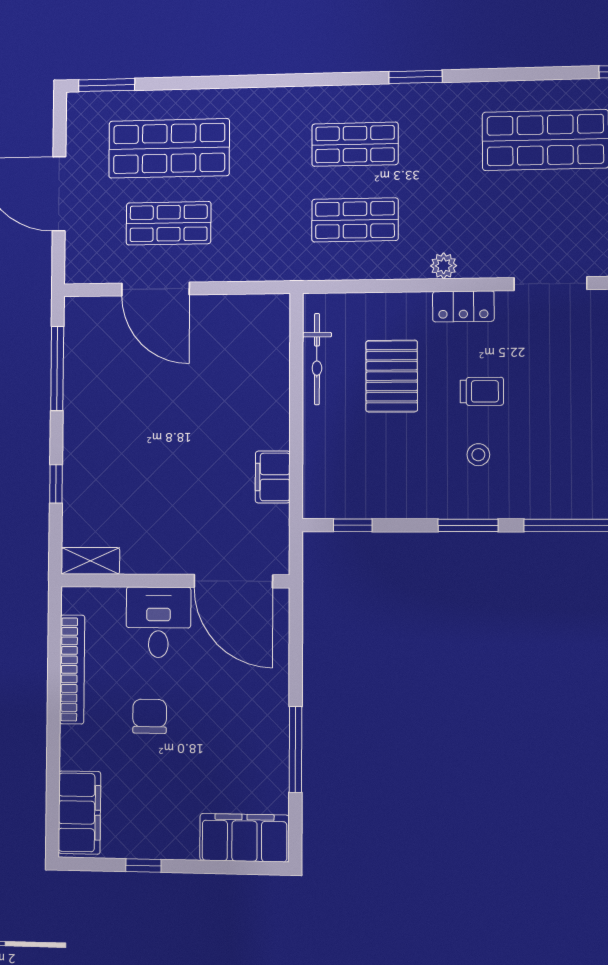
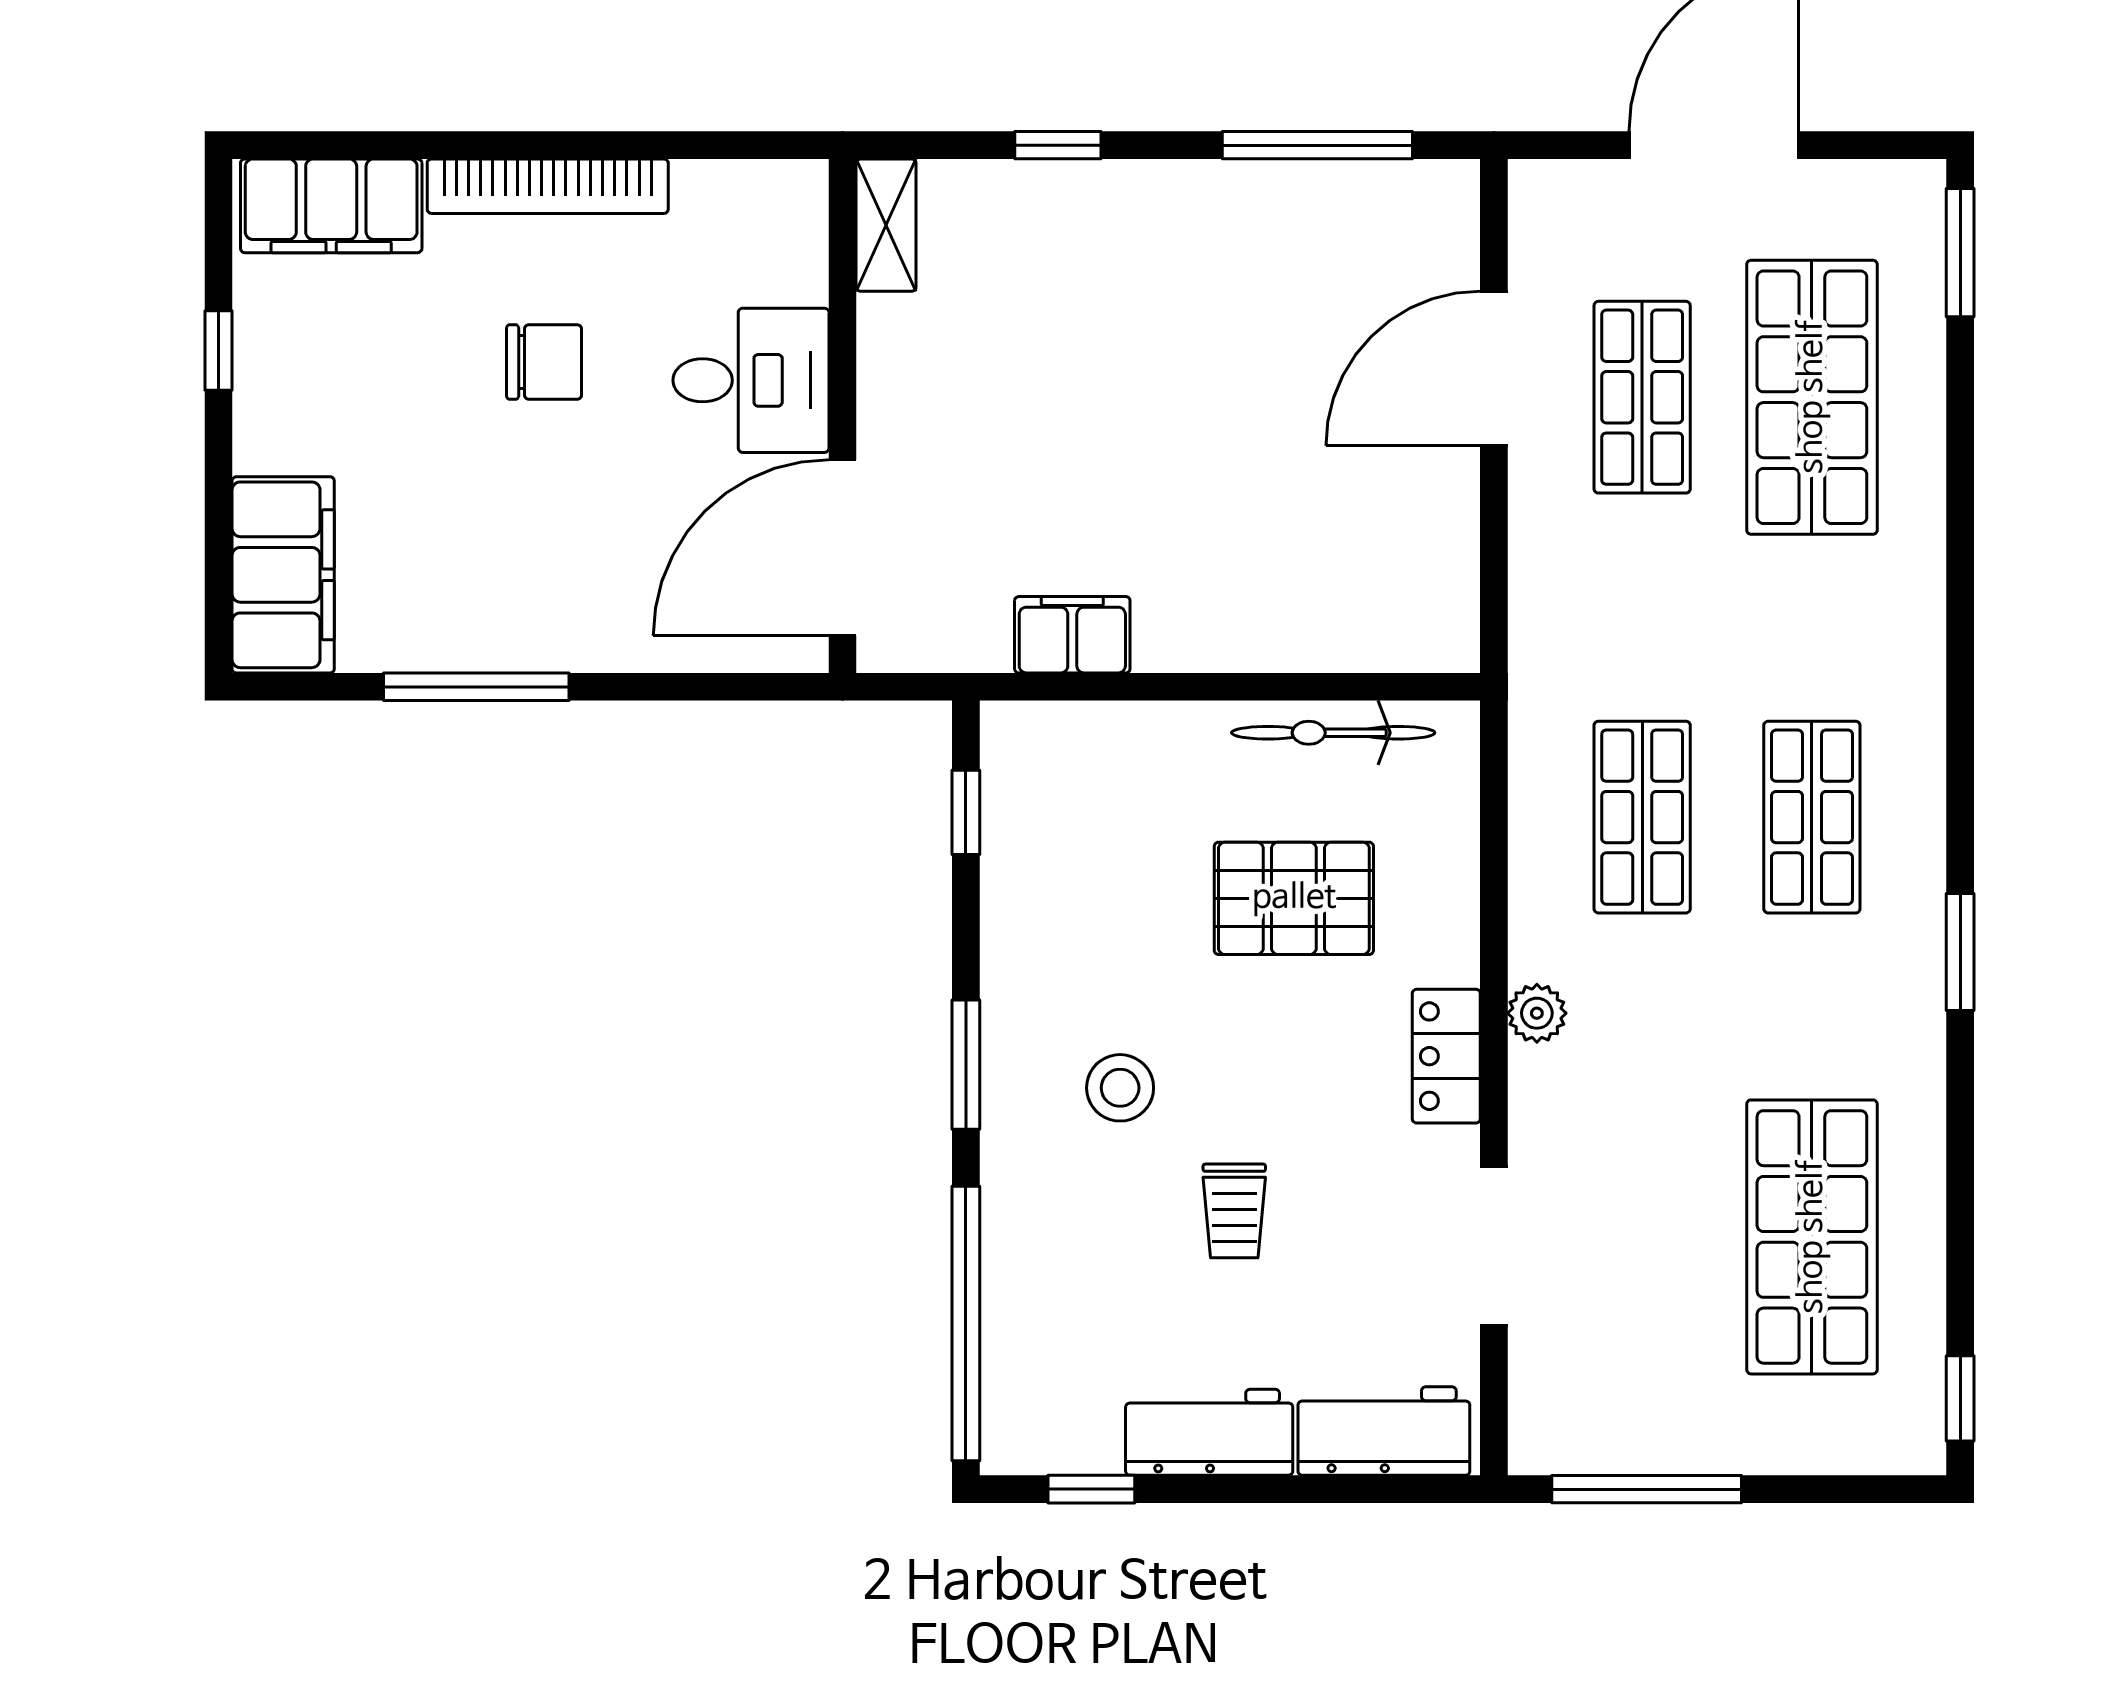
trolley: (482, 391) -> (1234, 1211), moved
stool: (478, 455) -> (1120, 1088), width x1.37, depth x1.37
bookcase: (72, 669) -> (548, 186), moved

